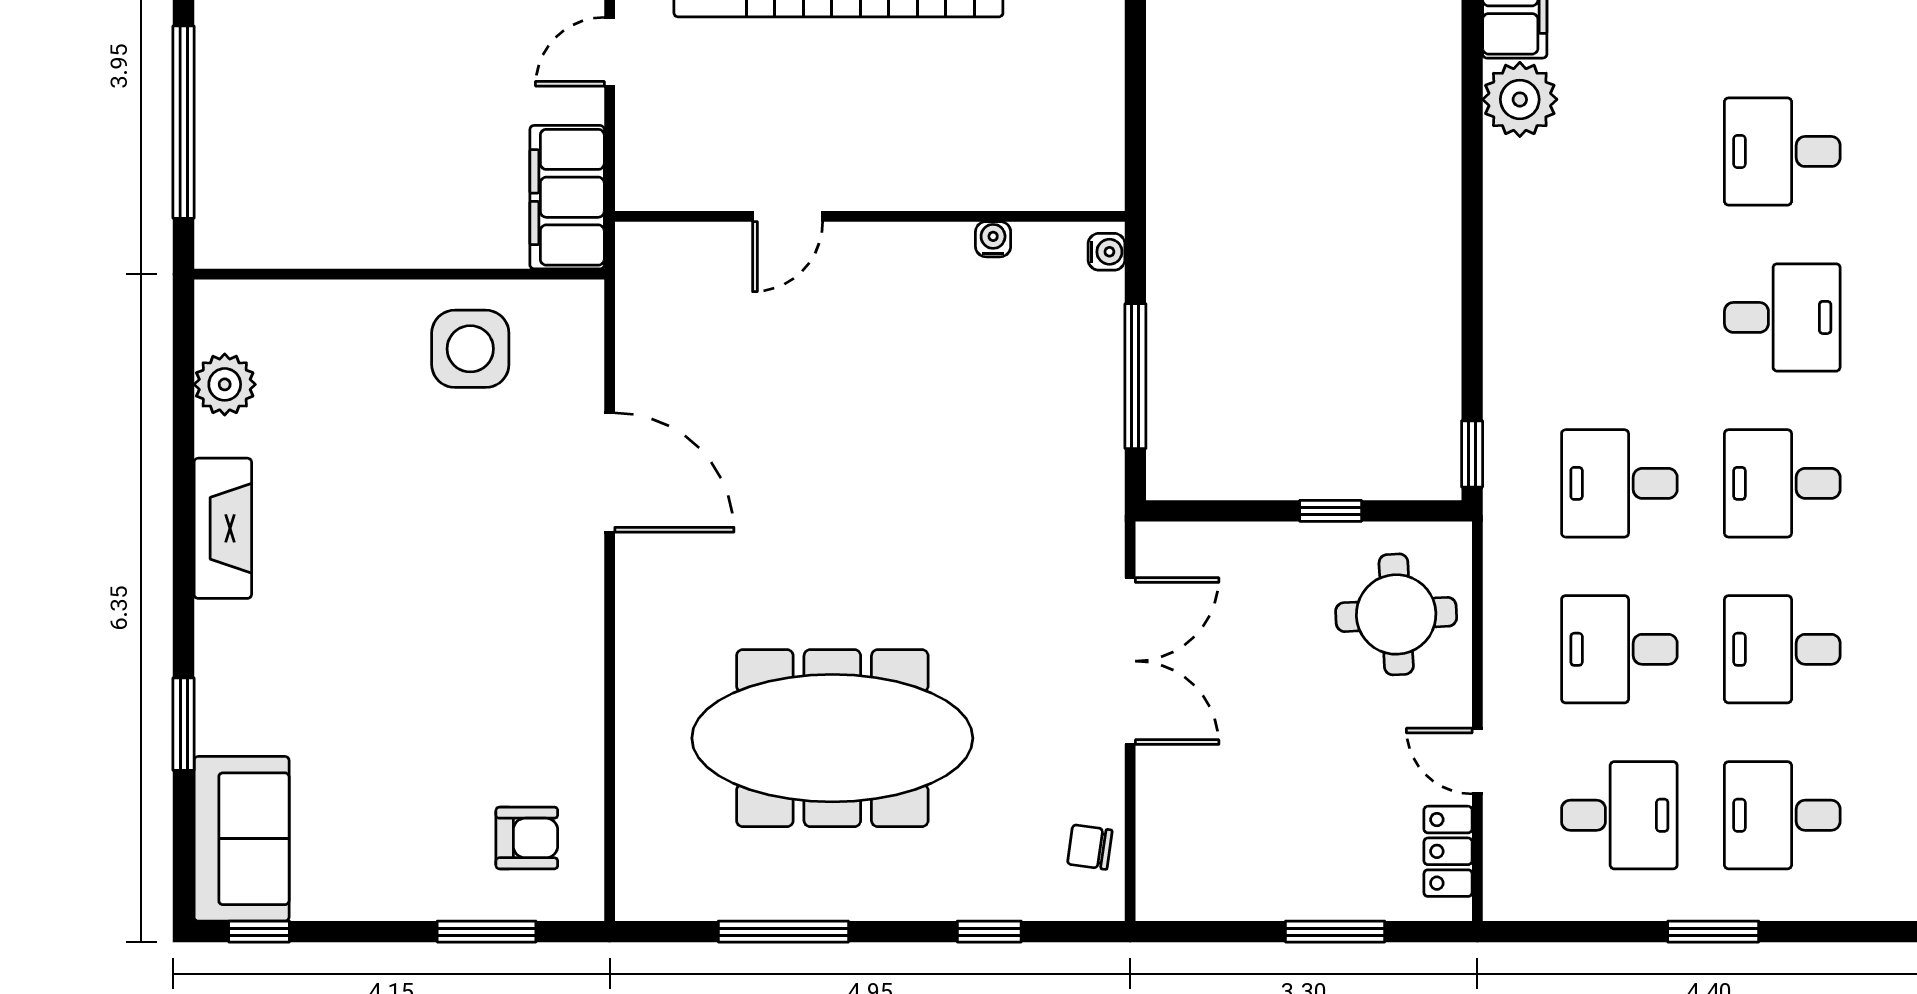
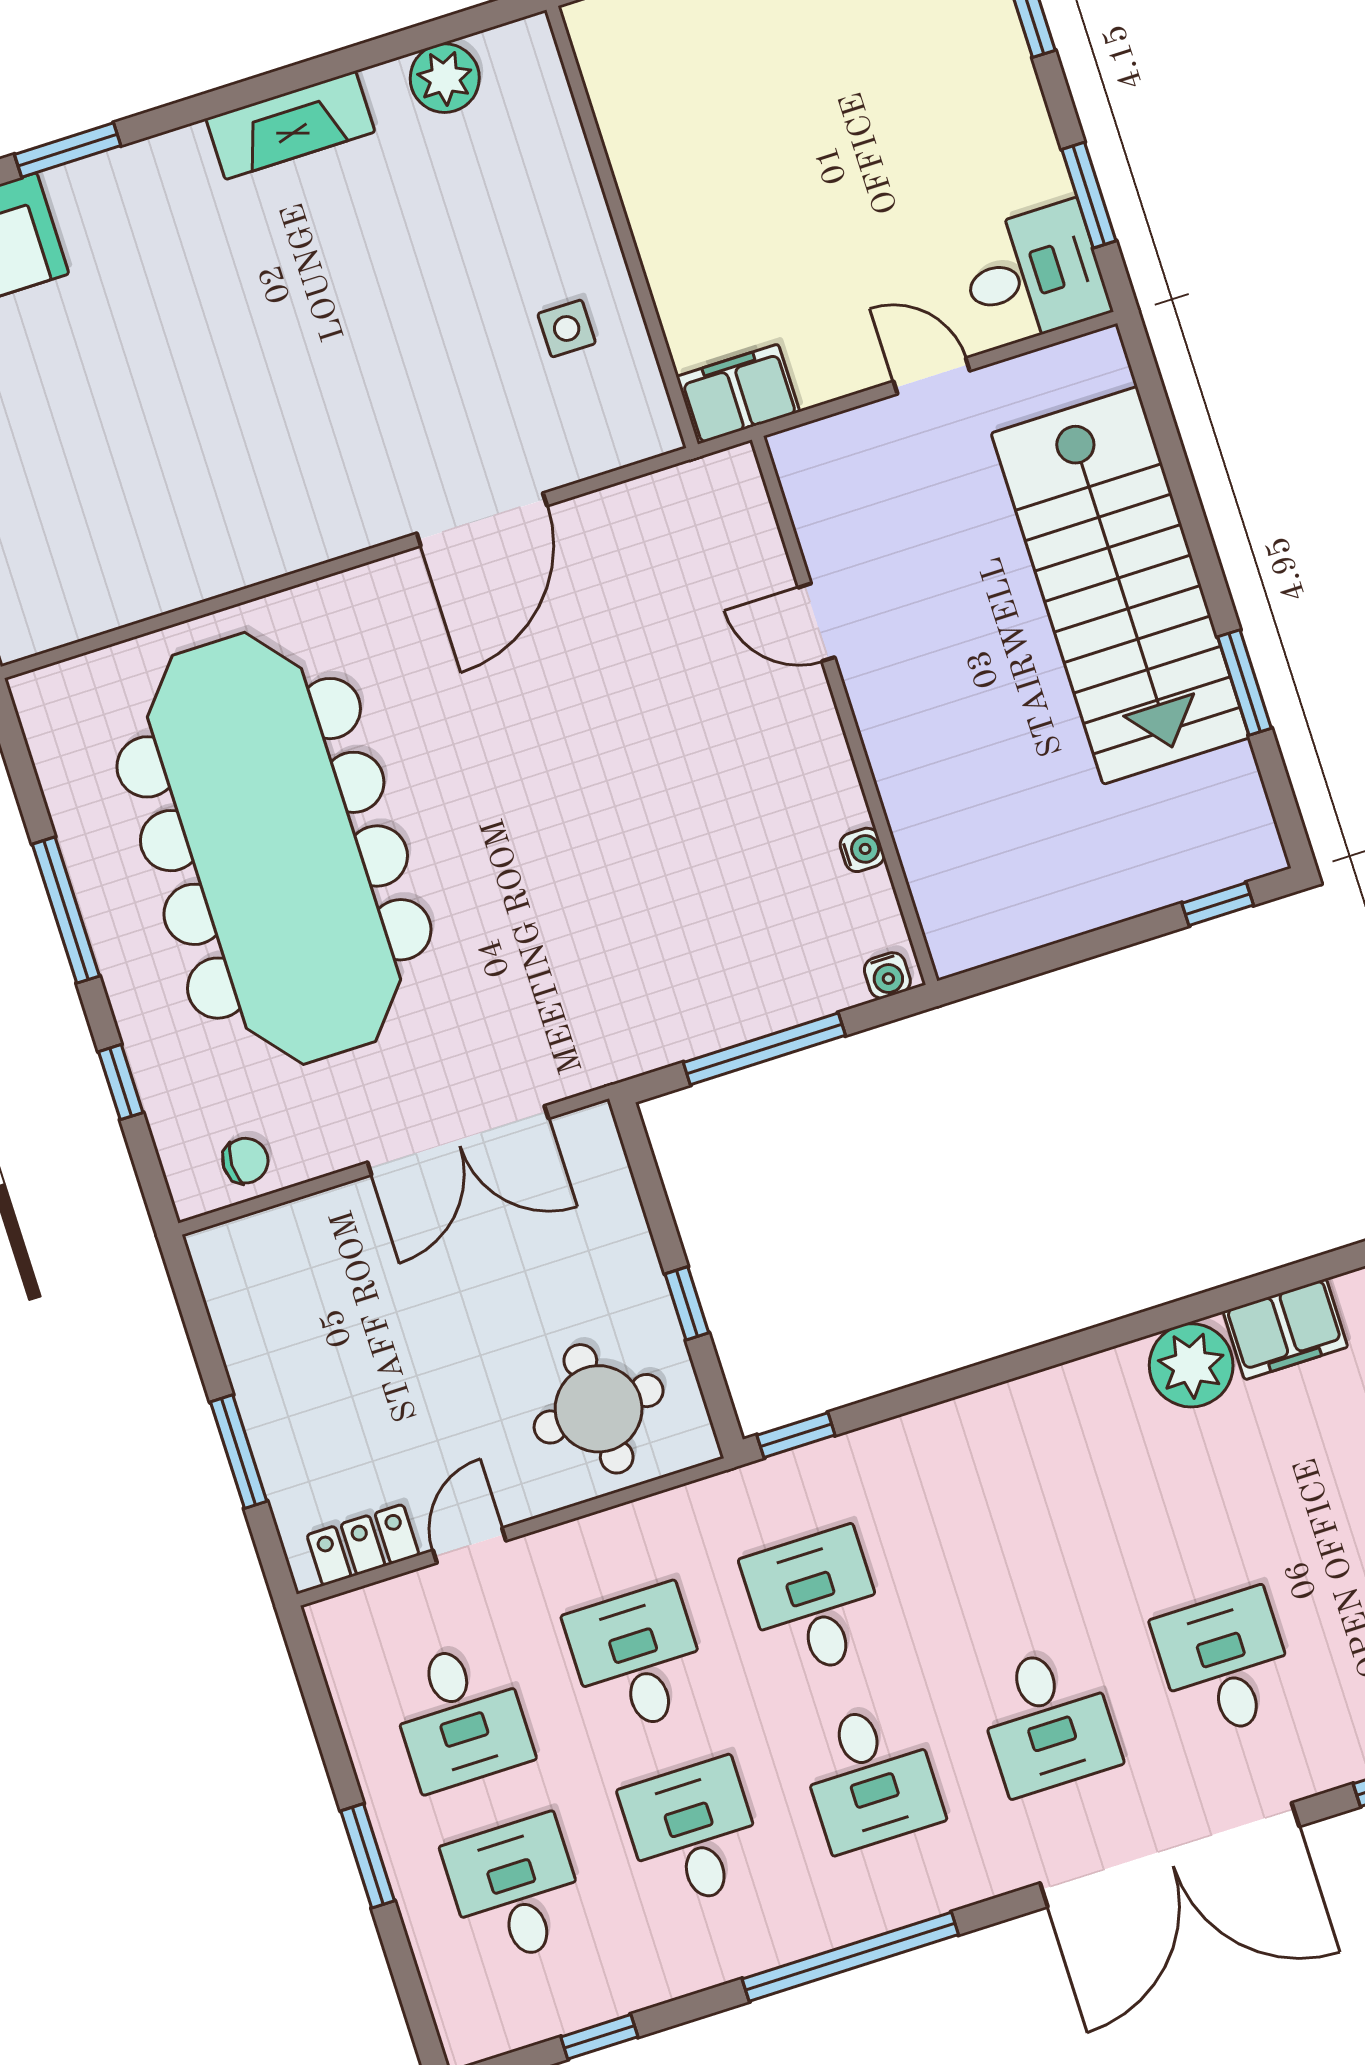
filing cabinet: (567, 197) -> (738, 394), width x0.67, depth x0.86
side table: (470, 349) -> (567, 328), width x0.54, depth x0.54
desk: (1782, 483) -> (870, 1777), turned 180
meeting table: (832, 738) -> (274, 848), width x1.36, depth x1.27
armchair: (527, 838) -> (63, 556), removed
chair: (1090, 847) -> (245, 1161), turned 82
window: (783, 932) -> (66, 910), moved

